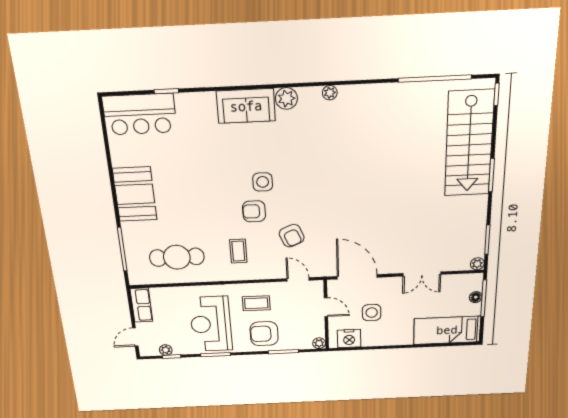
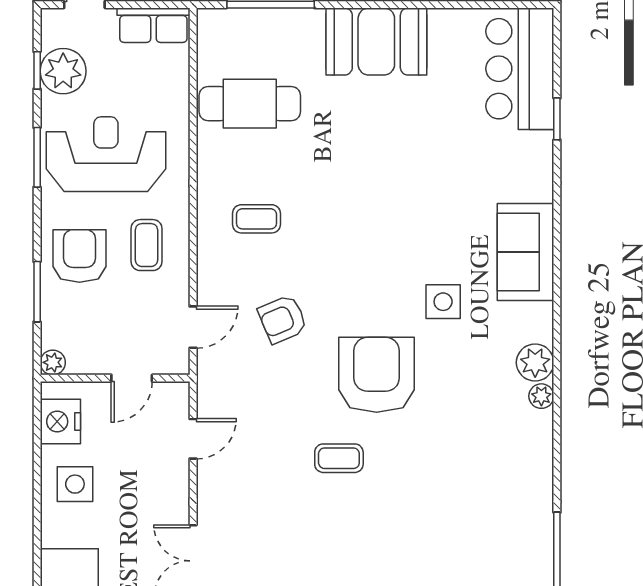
plant: (286, 98) -> (535, 363), moved
side table: (263, 182) -> (443, 302), moved
coffee table: (367, 203) -> (339, 458), added
armchair: (254, 211) -> (377, 375), moved, width x1.88, depth x1.88
cafe table: (177, 257) -> (250, 104), turned 90
door: (357, 277) -> (193, 439), width x0.53
side table: (372, 313) -> (75, 484), moved
plant: (166, 350) -> (63, 71), width x1.87, depth x1.87

